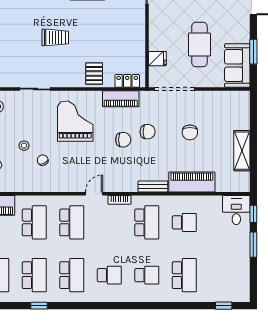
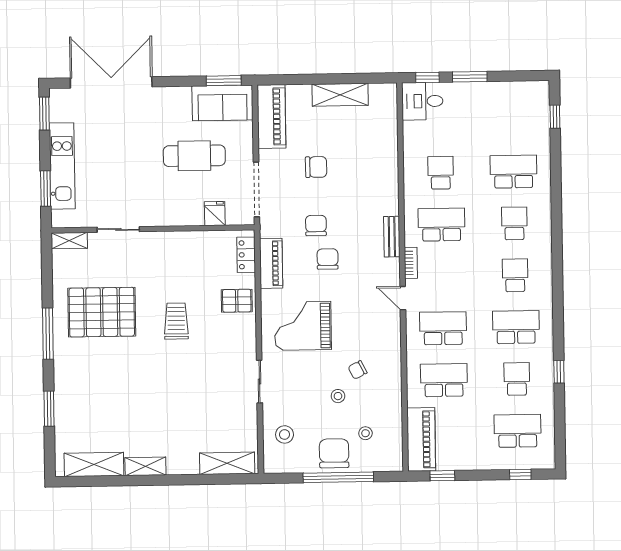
trolley: (55, 37) -> (176, 321), moved
window: (253, 52) -> (224, 81), moved
piano: (192, 182) -> (271, 116), moved, turned 180
bench: (153, 186) -> (392, 237), moved
school desk: (34, 275) -> (517, 379), width x0.54

